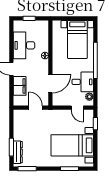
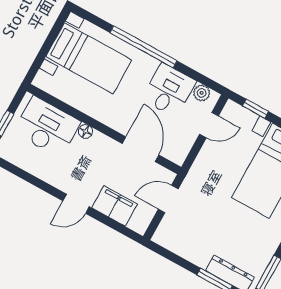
desk: (24, 45) -> (47, 127), moved, turned 180

